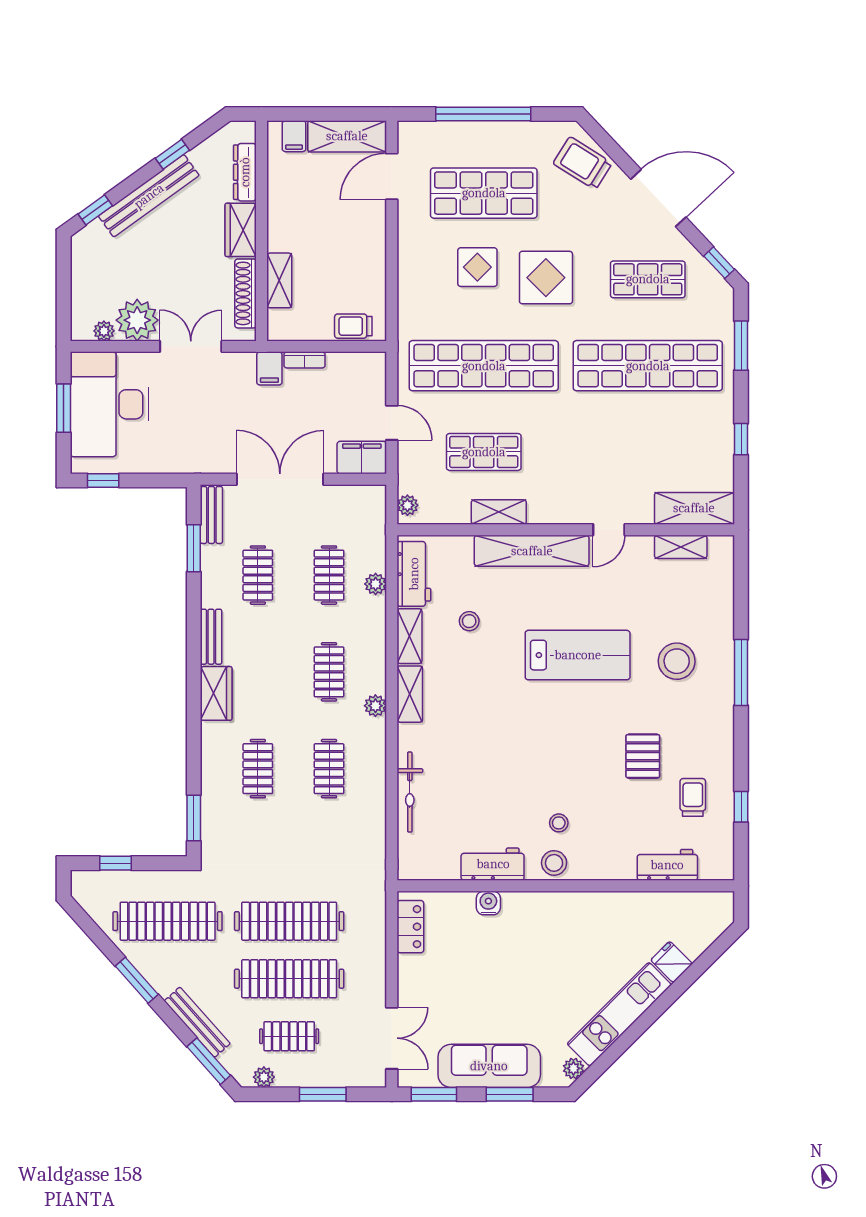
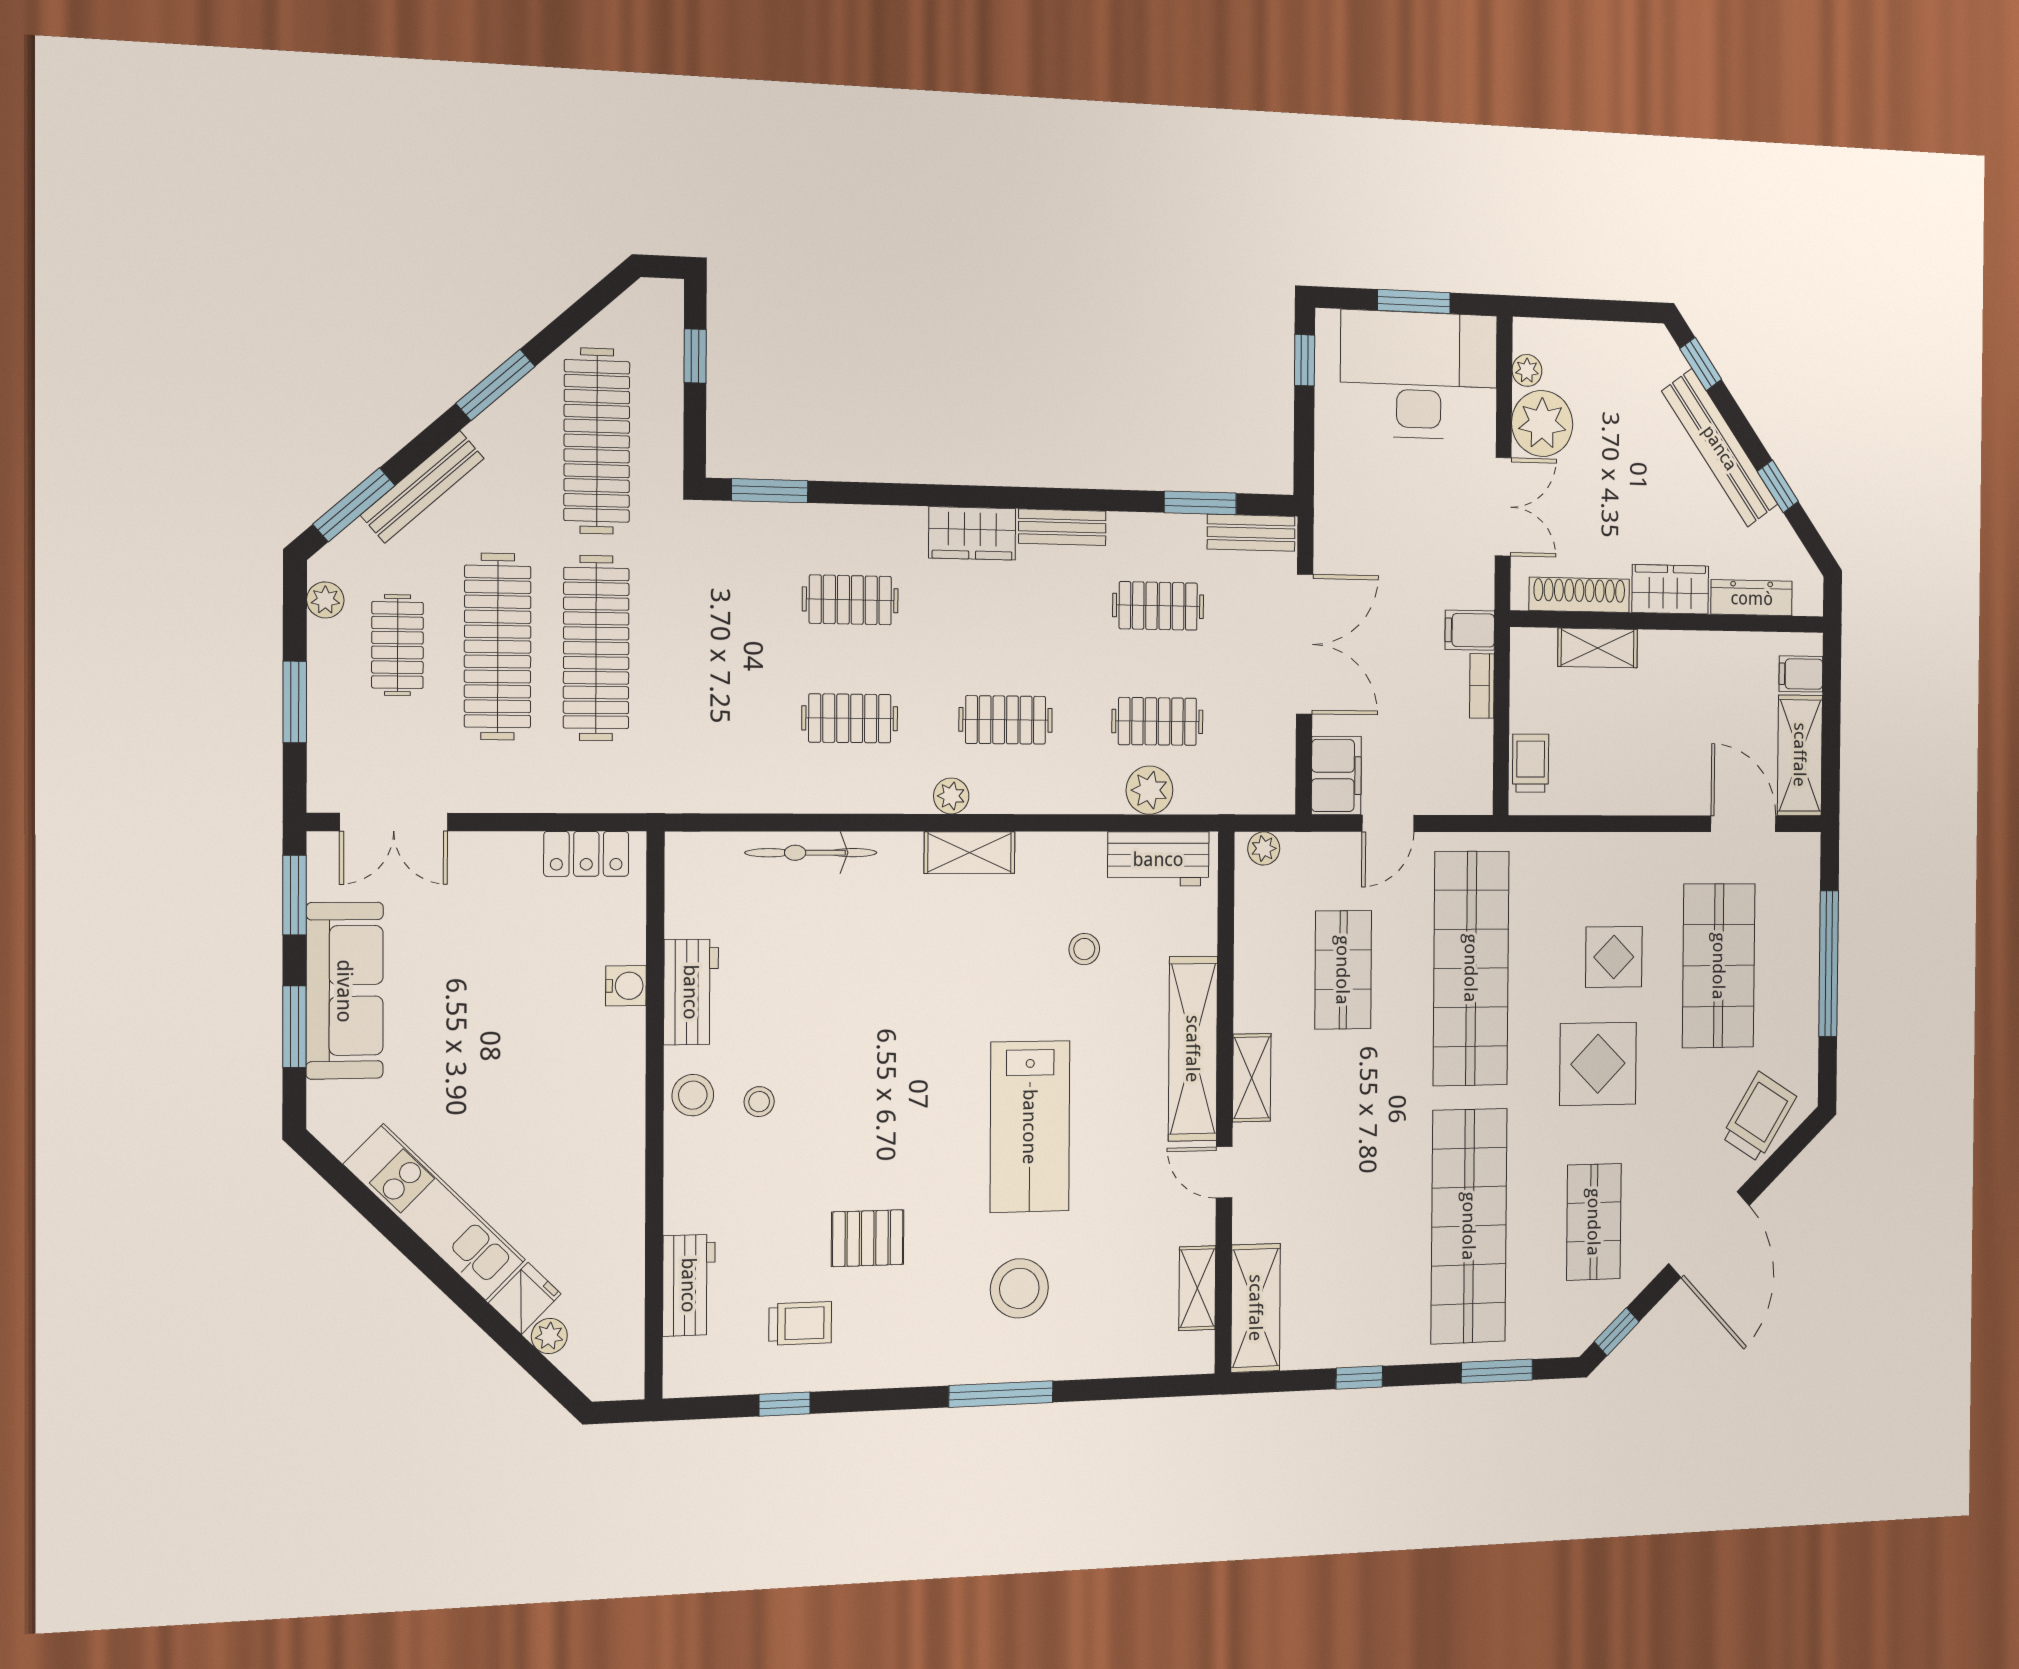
shelving: (499, 512) -> (1252, 1078), moved
plant: (376, 584) -> (1149, 790), width x1.38, depth x1.38
shelving: (409, 636) -> (1061, 852), removed
plant: (573, 1068) -> (549, 1336), moved

